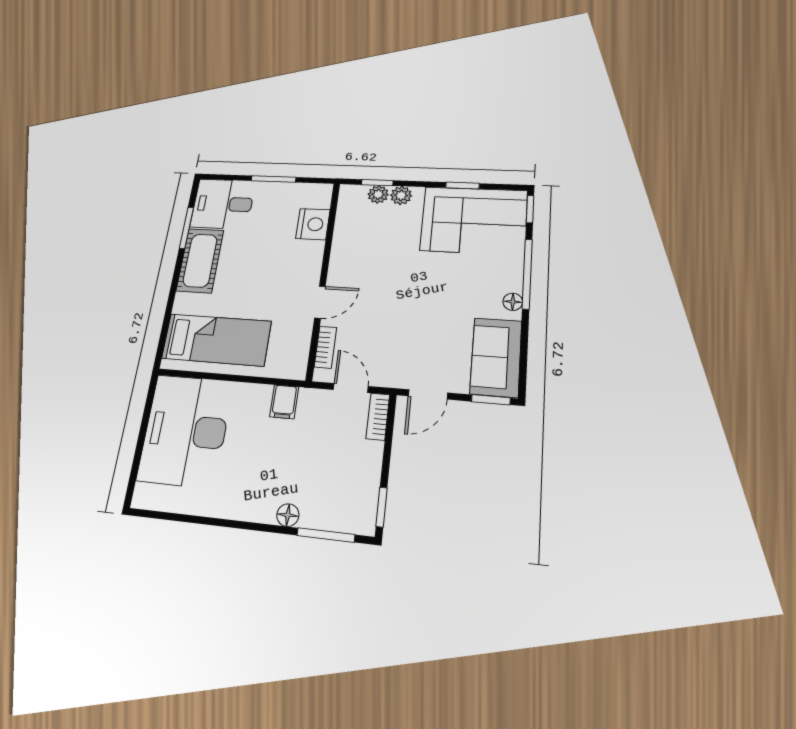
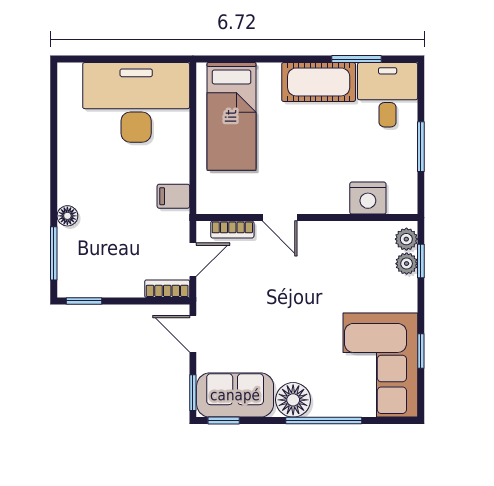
plant: (401, 195) -> (406, 239), moved
window: (530, 209) -> (224, 421), moved
floor lamp: (513, 302) -> (293, 400), width x1.89, depth x1.89

